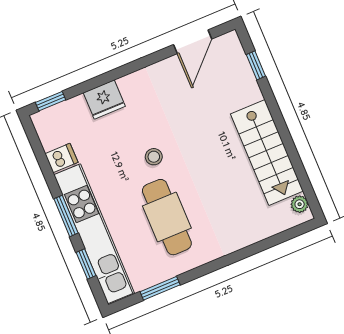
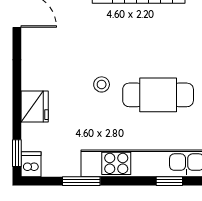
dishwasher: (61, 158) -> (31, 164), moved
window: (66, 216) -> (81, 181), moved

